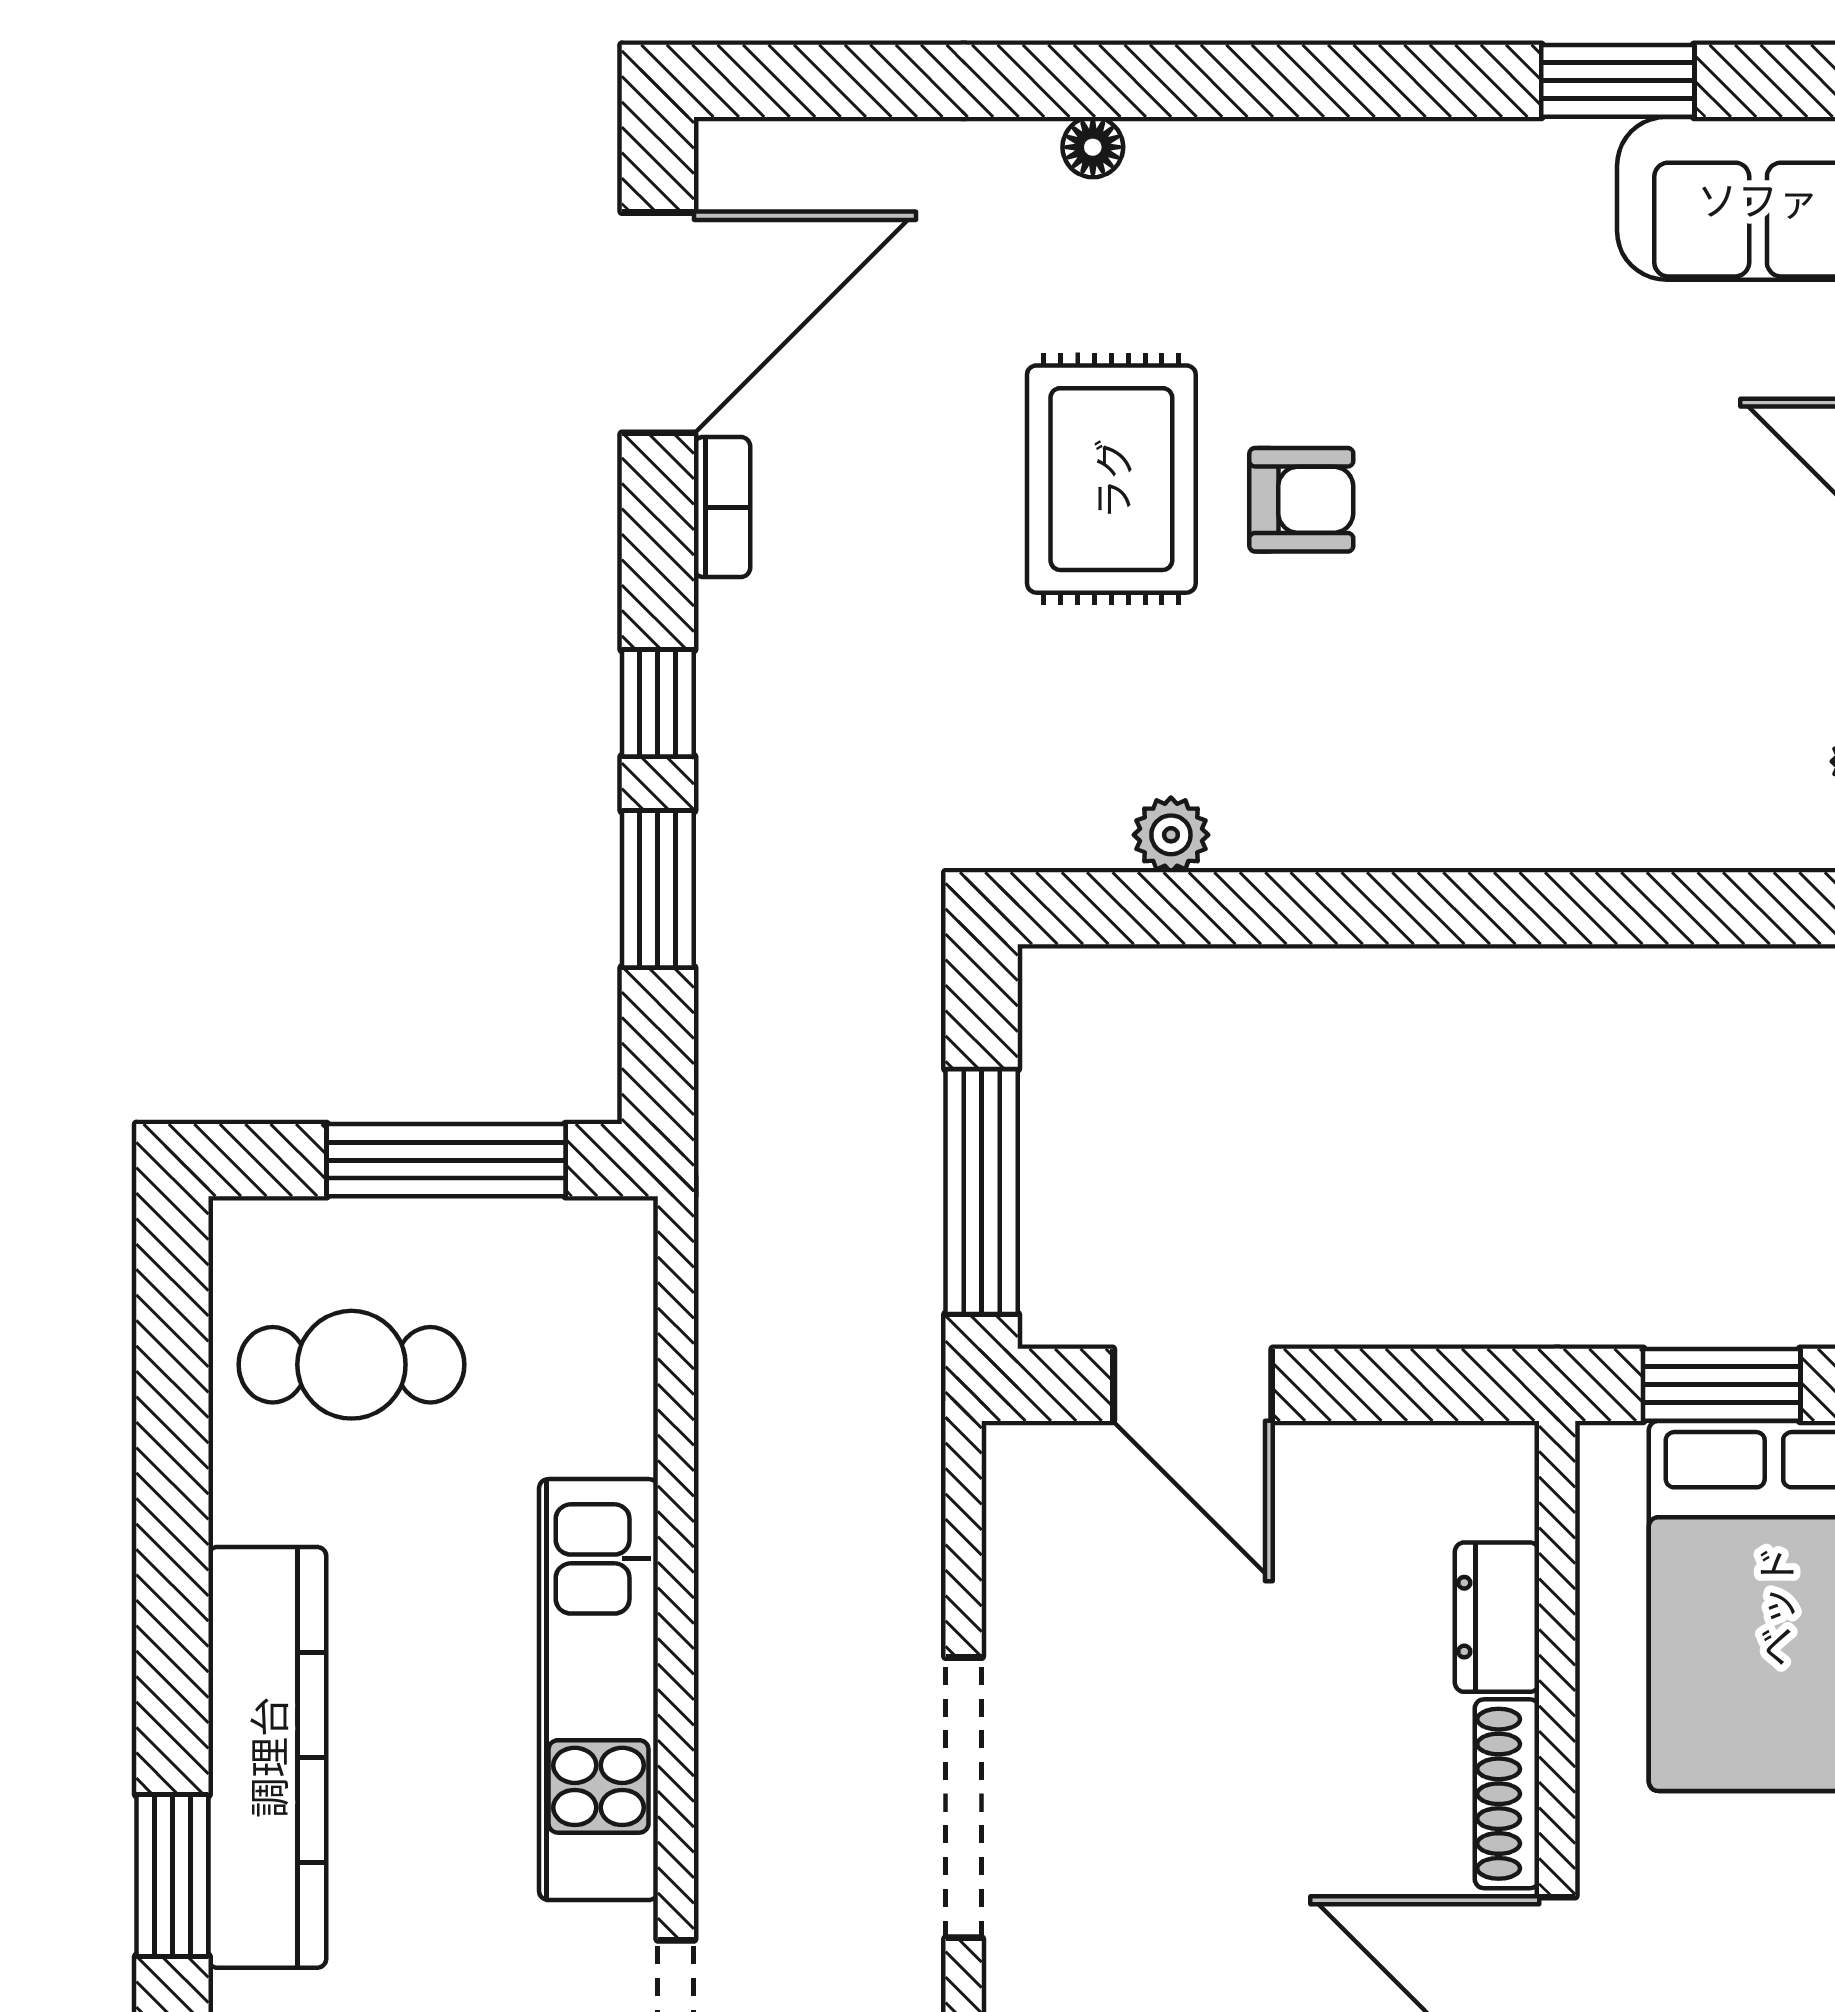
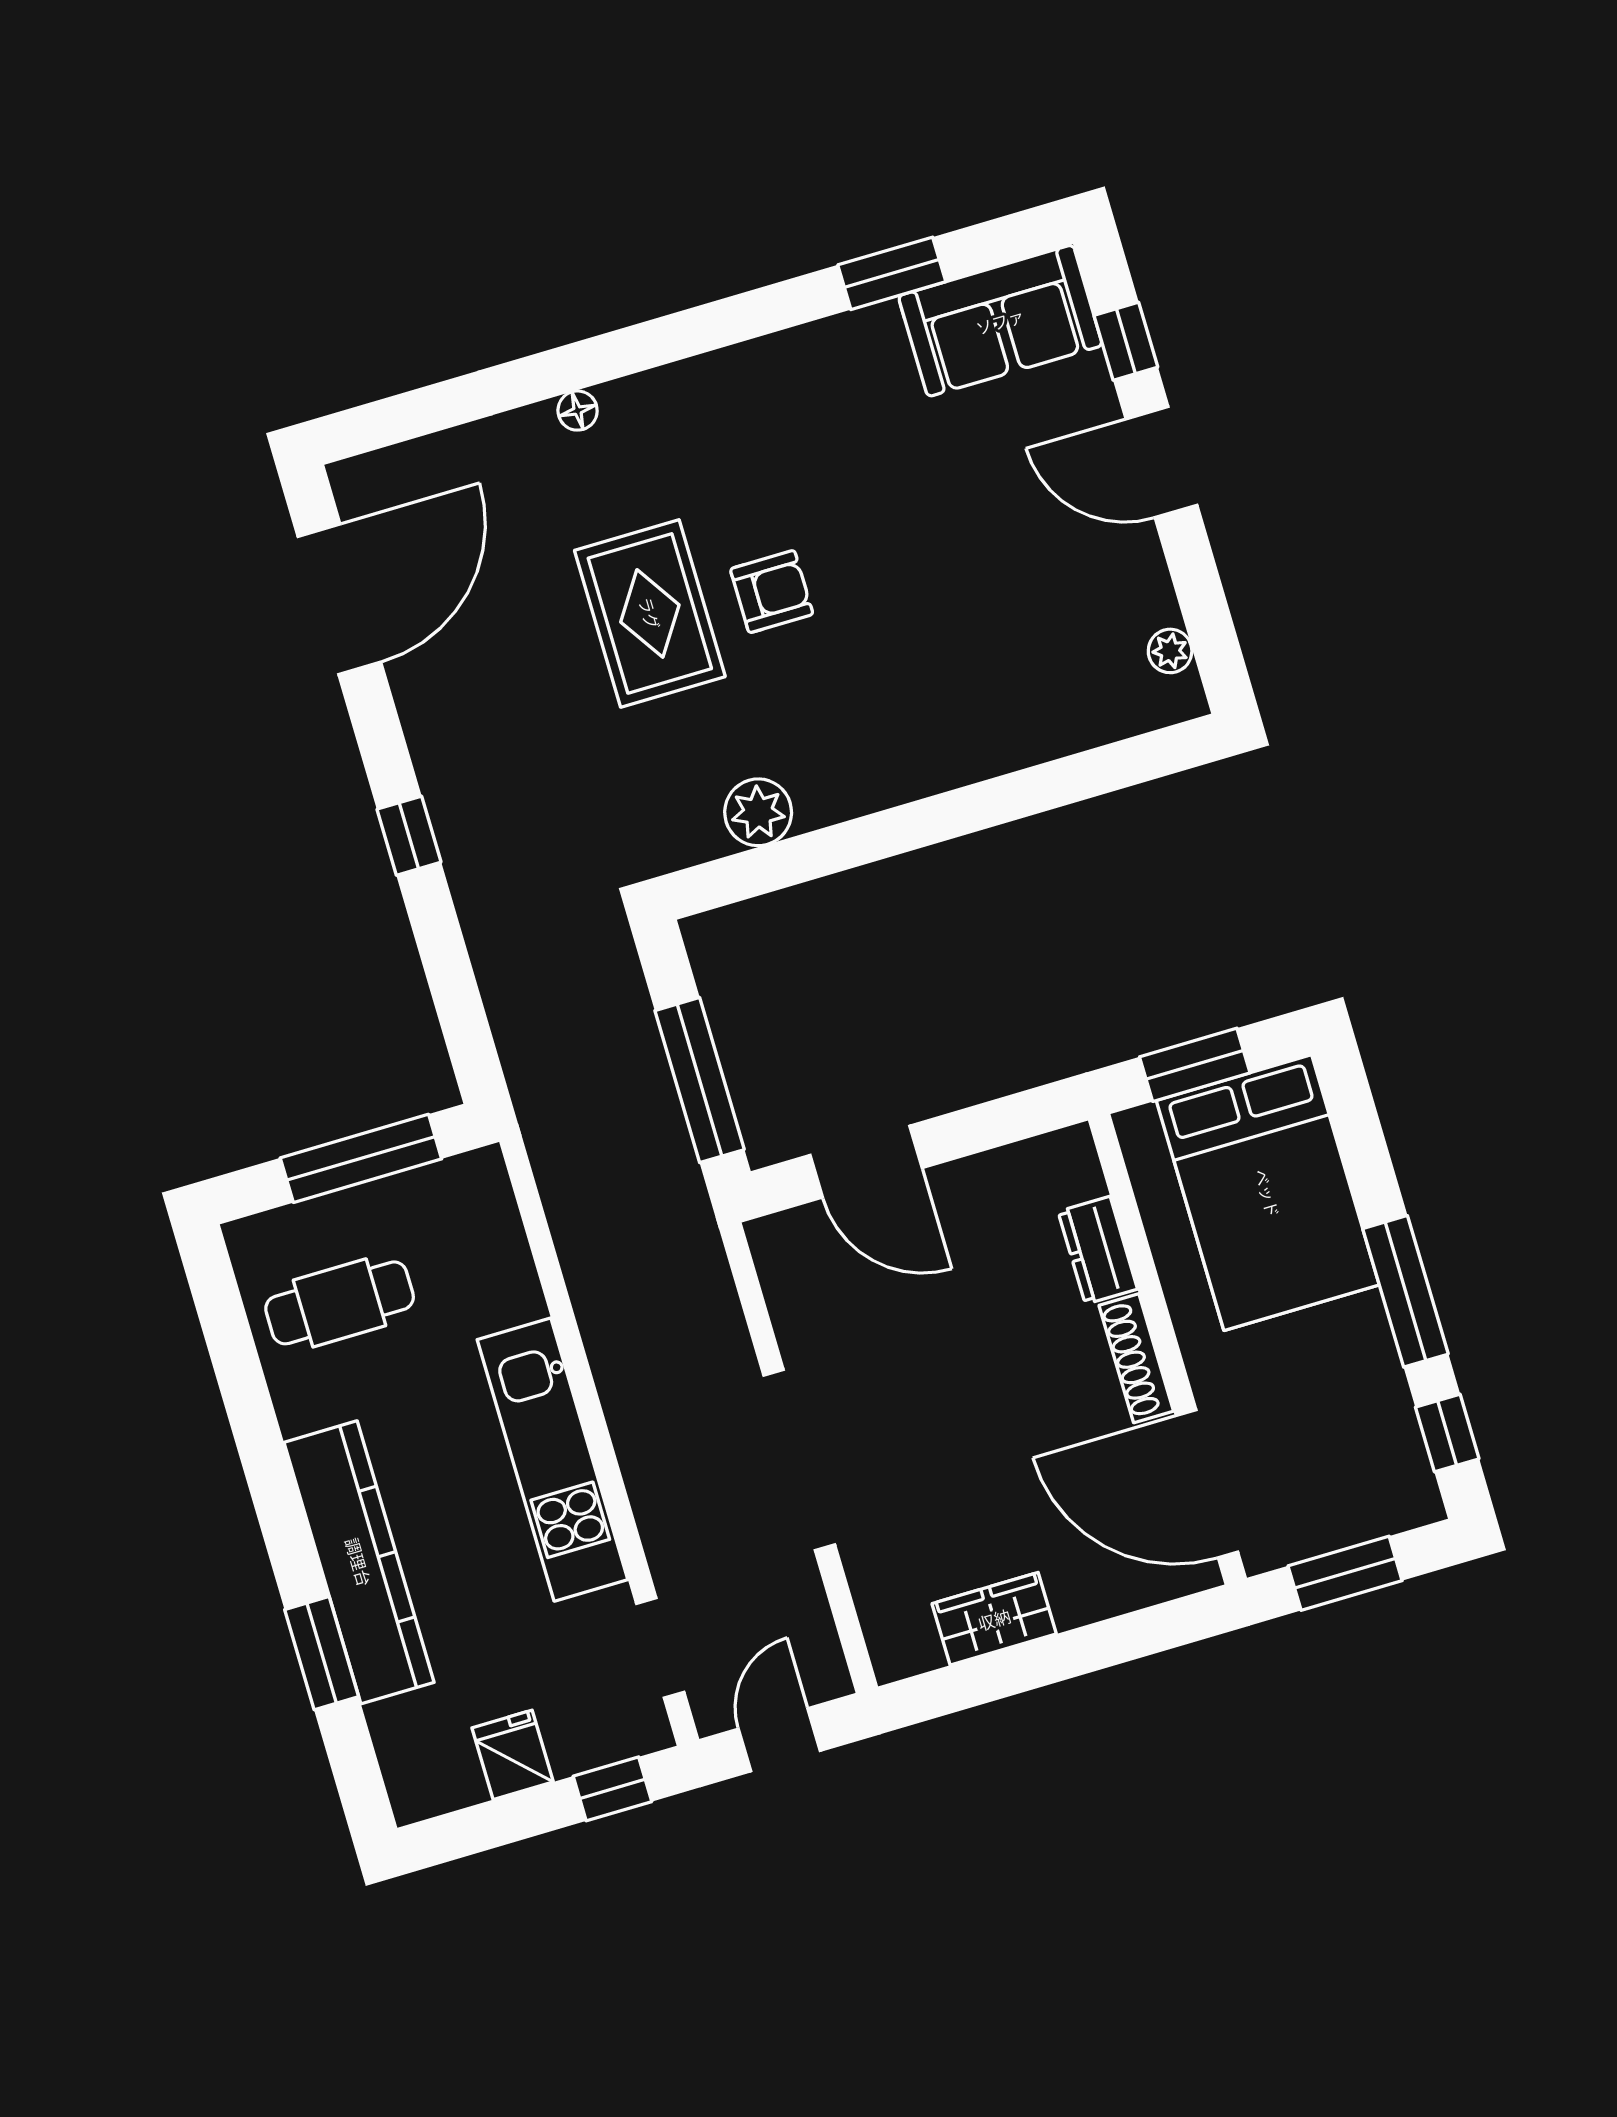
bookcase: (722, 507) -> (413, 702), removed
plant: (1171, 835) -> (758, 812), width x1.38, depth x1.38
window: (658, 889) -> (443, 951), removed

